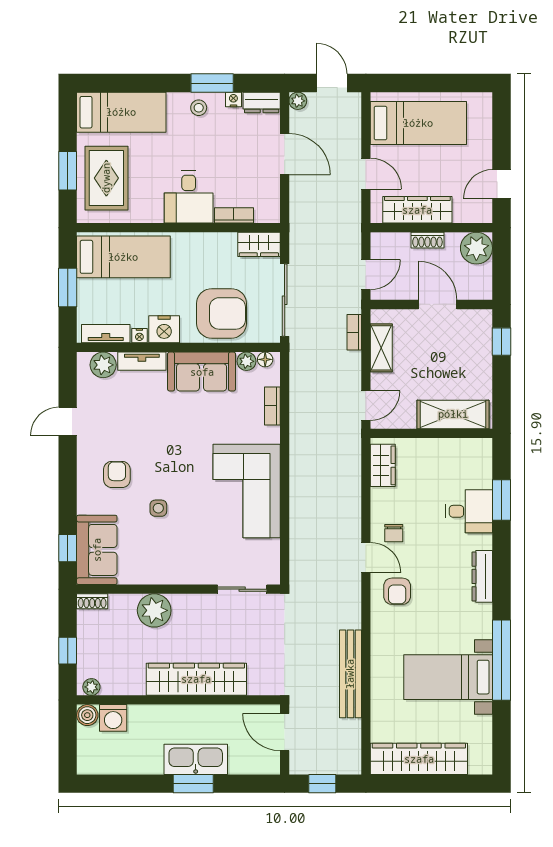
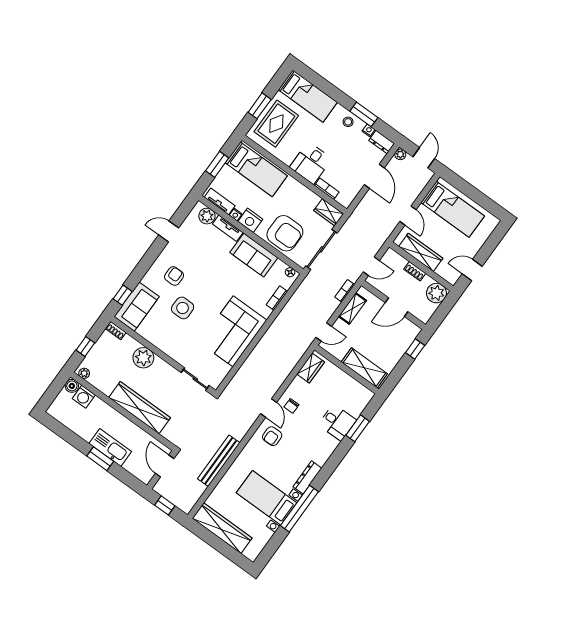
door: (438, 304) -> (397, 307), swing flipped
plant: (246, 361) -> (280, 266), removed
side table: (158, 508) -> (183, 308), width x1.87, depth x1.87
dresser: (482, 576) -> (307, 477), moved

